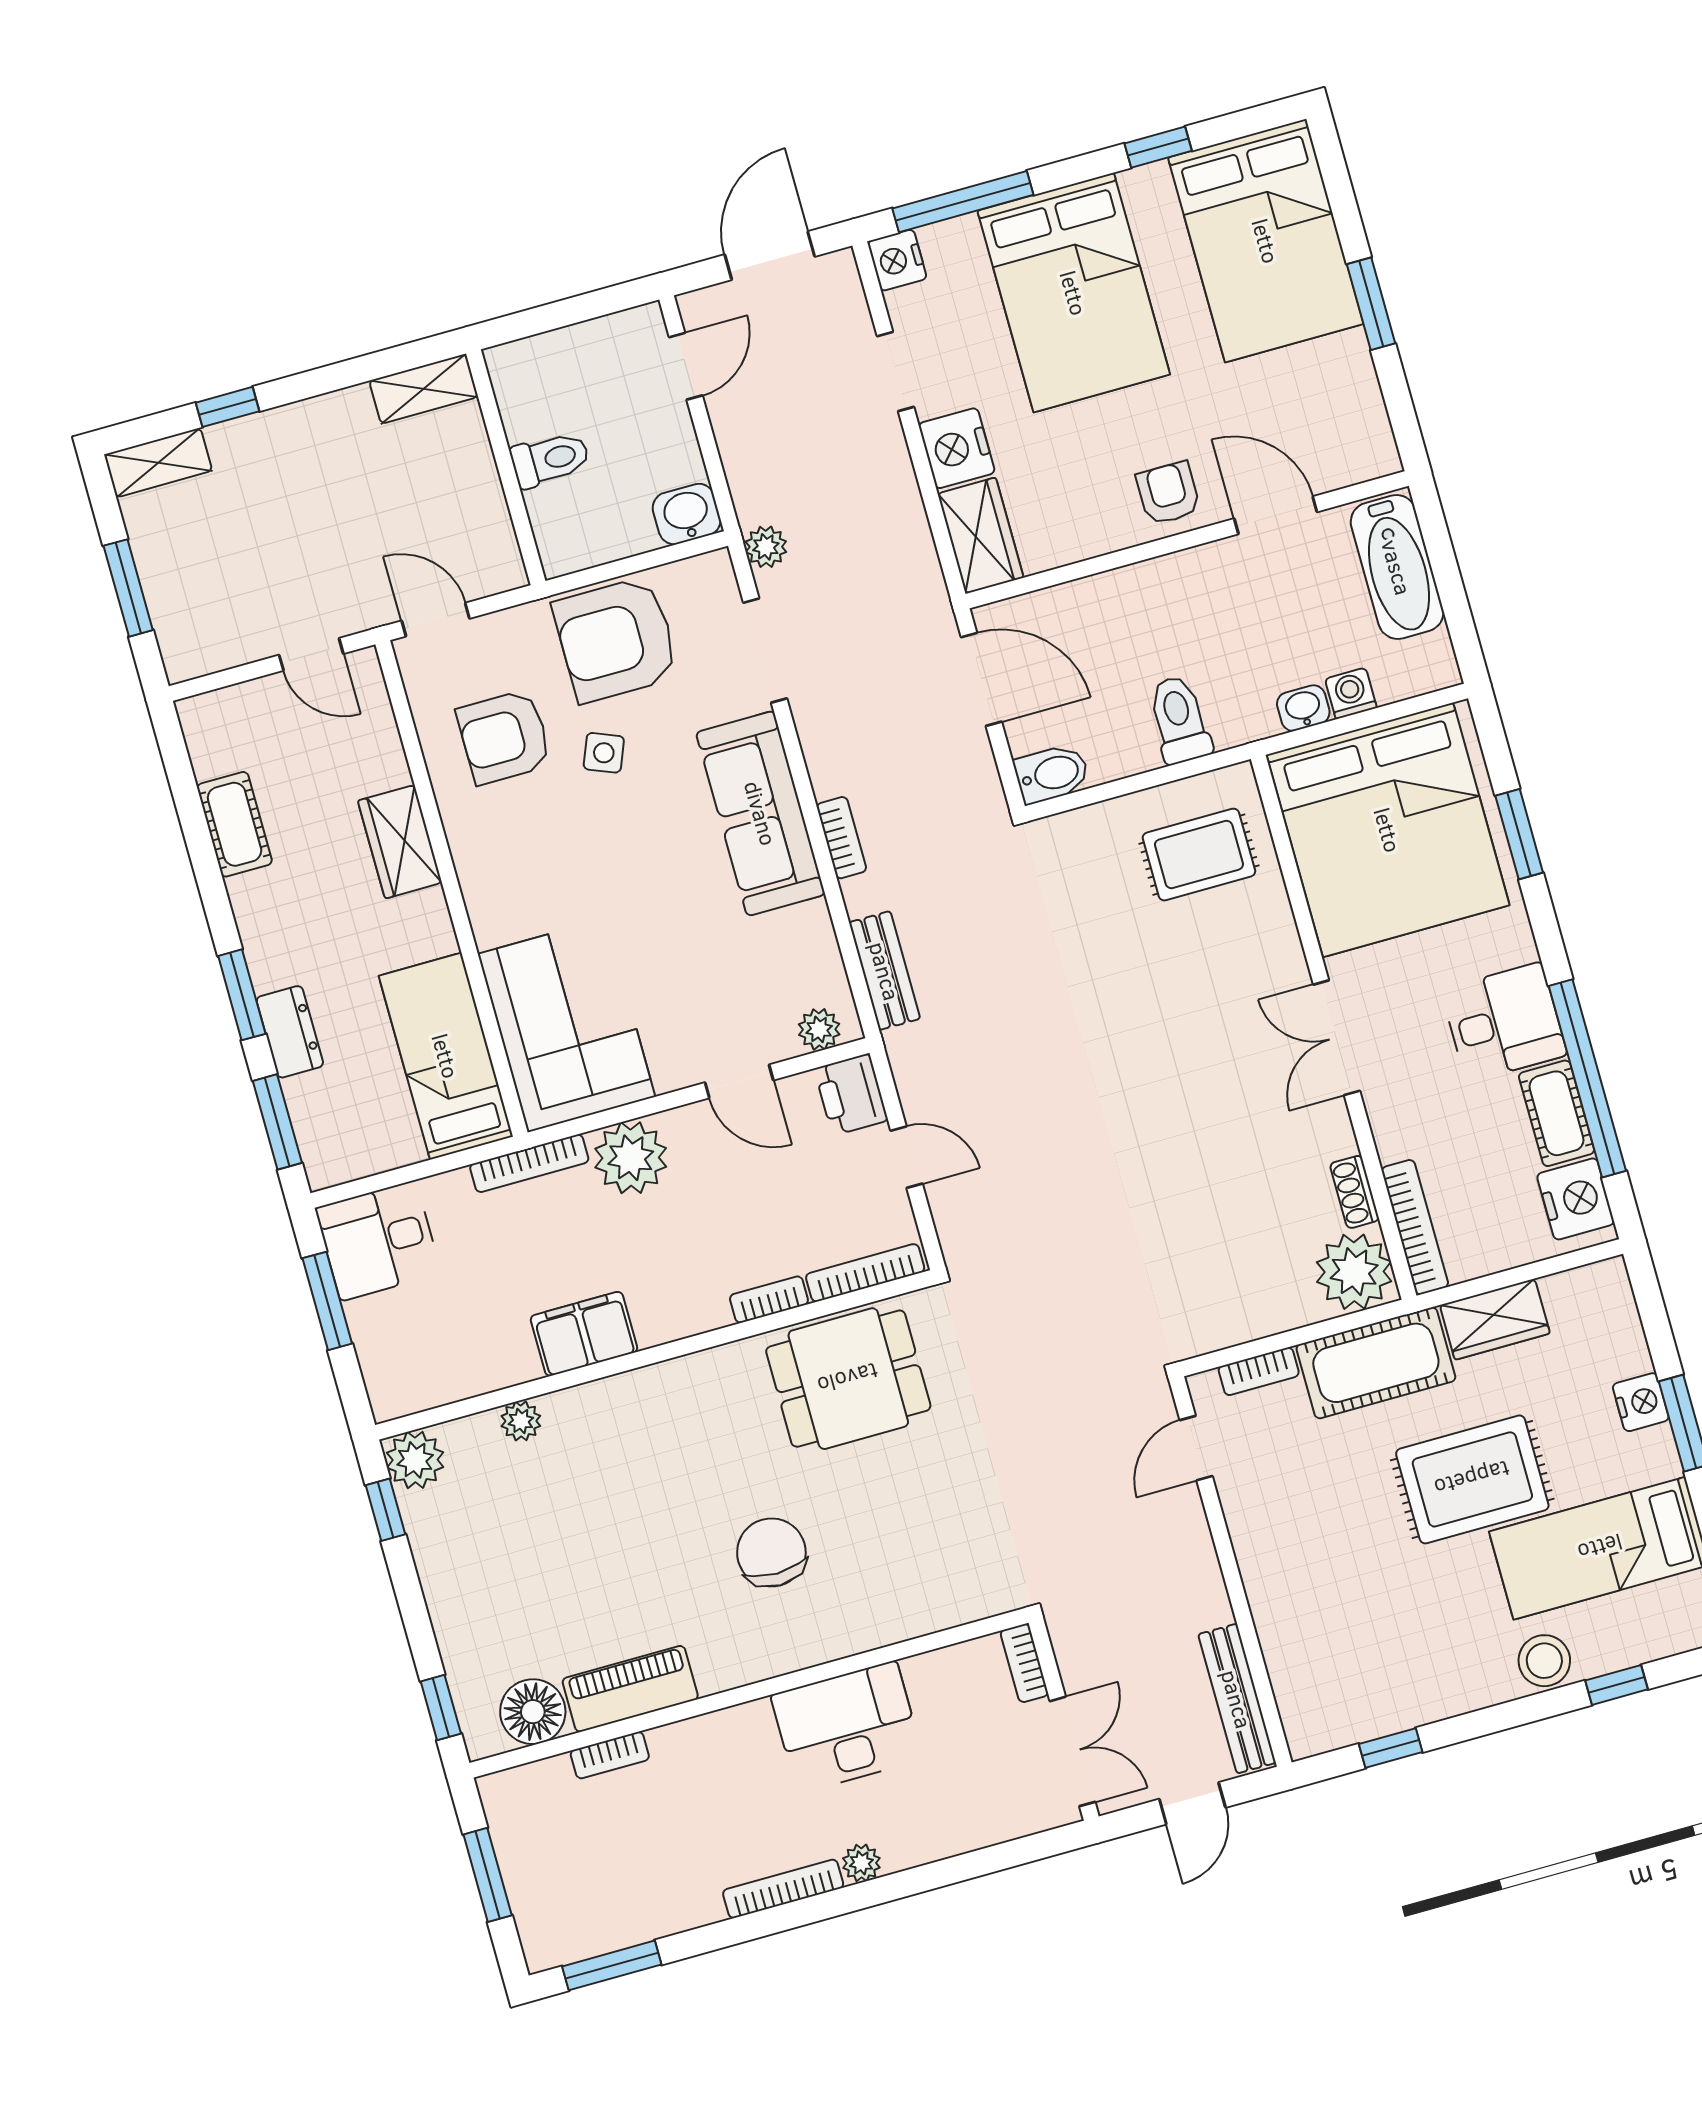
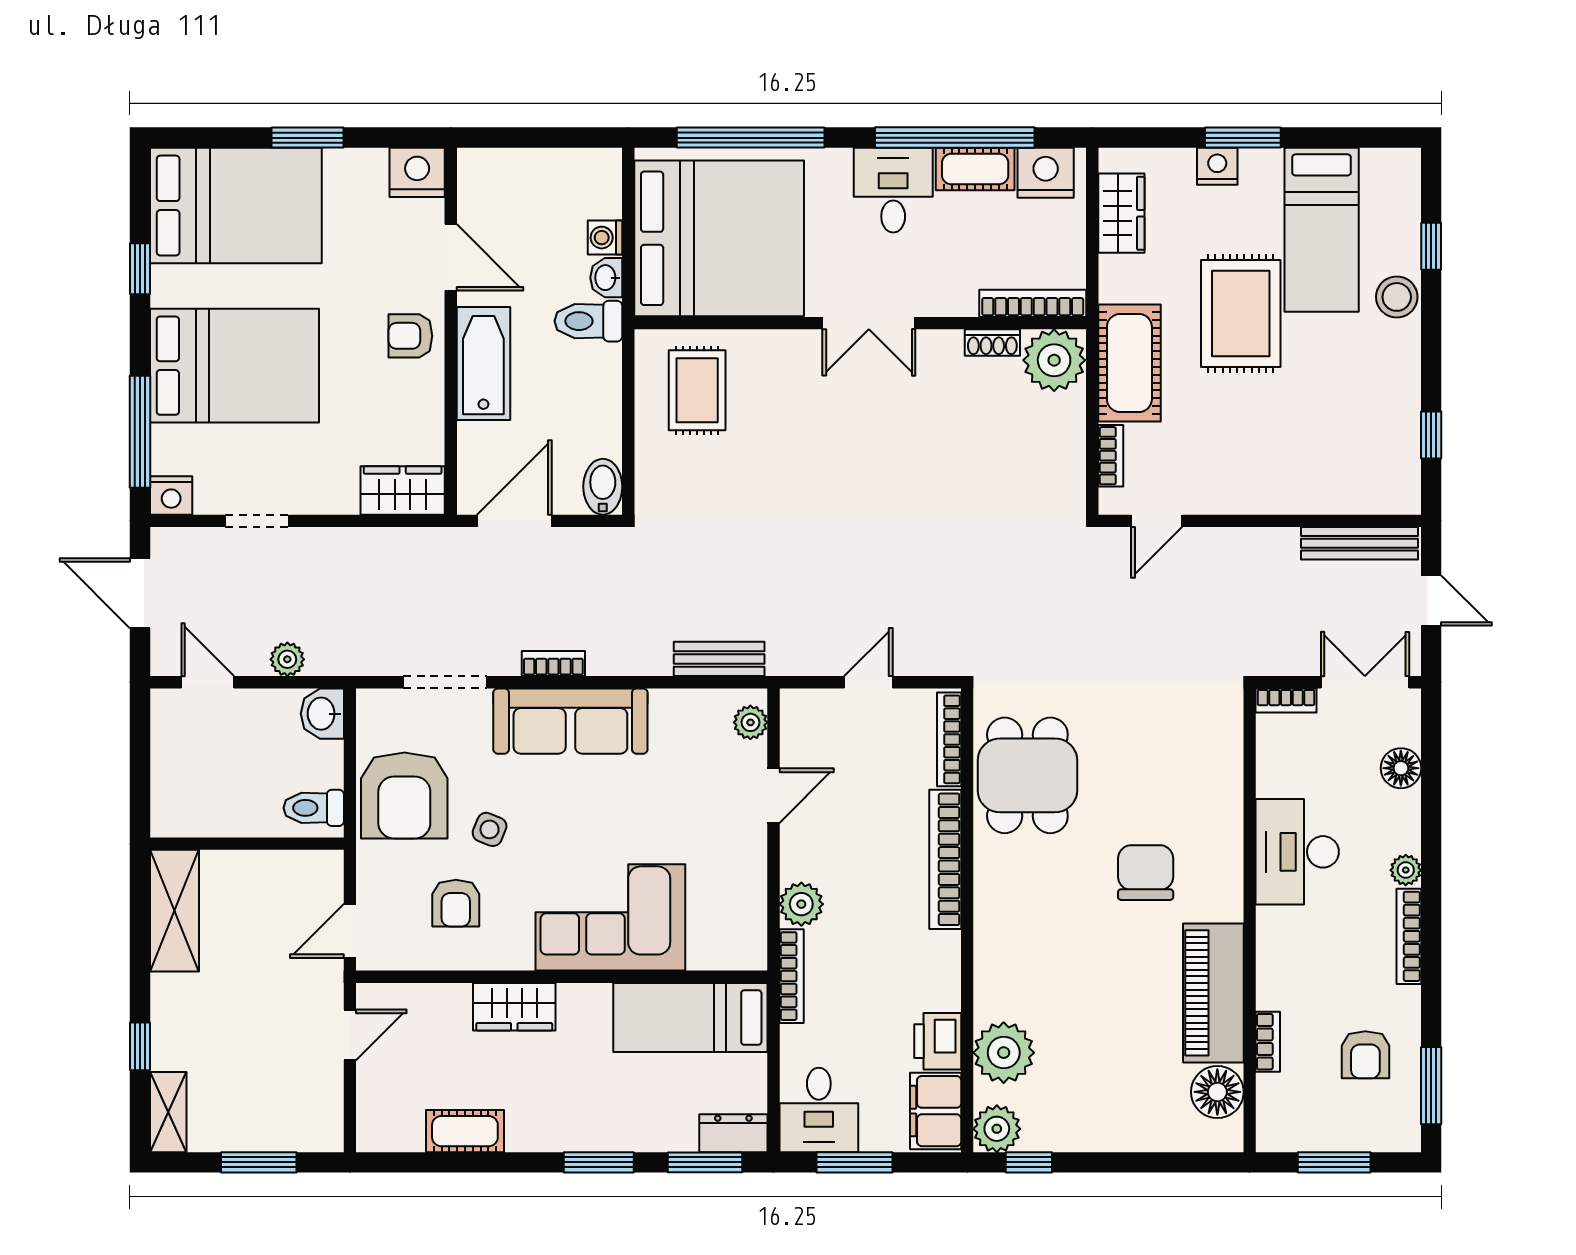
shelving: (424, 389) -> (174, 911), width x1.50, depth x1.33
nightstand: (957, 448) -> (417, 172), moved, turned 180
toilet: (550, 459) -> (314, 808), moved, turned -90
door: (1276, 515) -> (451, 257), swing flipped
plant: (766, 547) -> (287, 659), moved
bathtub: (1397, 567) -> (483, 363), moved, turned -90
toilet: (1179, 720) -> (588, 321), moved
armchair: (504, 737) -> (456, 903), width x0.72, depth x0.72
window: (1519, 834) -> (751, 138), width x2.11
bookcase: (841, 838) -> (553, 664), moved
corner sofa: (566, 1025) -> (610, 917), moved
dresser: (290, 1032) -> (733, 1133), moved
printer: (851, 1094) -> (938, 1041), moved, turned 90
plant: (631, 1158) -> (801, 904), width x0.73, depth x0.73
bookcase: (769, 1300) -> (945, 859), width x2.31, depth x1.31
wardrobe: (1495, 1319) -> (1121, 213), moved
filing cabinet: (584, 1334) -> (936, 1111), moved
plant: (521, 1421) -> (1004, 1053), width x1.87, depth x1.87
door: (1196, 1448) -> (1157, 521), hinge flipped
chair: (771, 1552) -> (1146, 873), turned 90
piano: (630, 1689) -> (1213, 993), width x1.37, depth x1.33
window: (441, 1707) -> (1194, 1162), removed
floor lamp: (982, 1823) -> (1401, 768), added
armchair: (627, 1876) -> (1365, 1055), added

